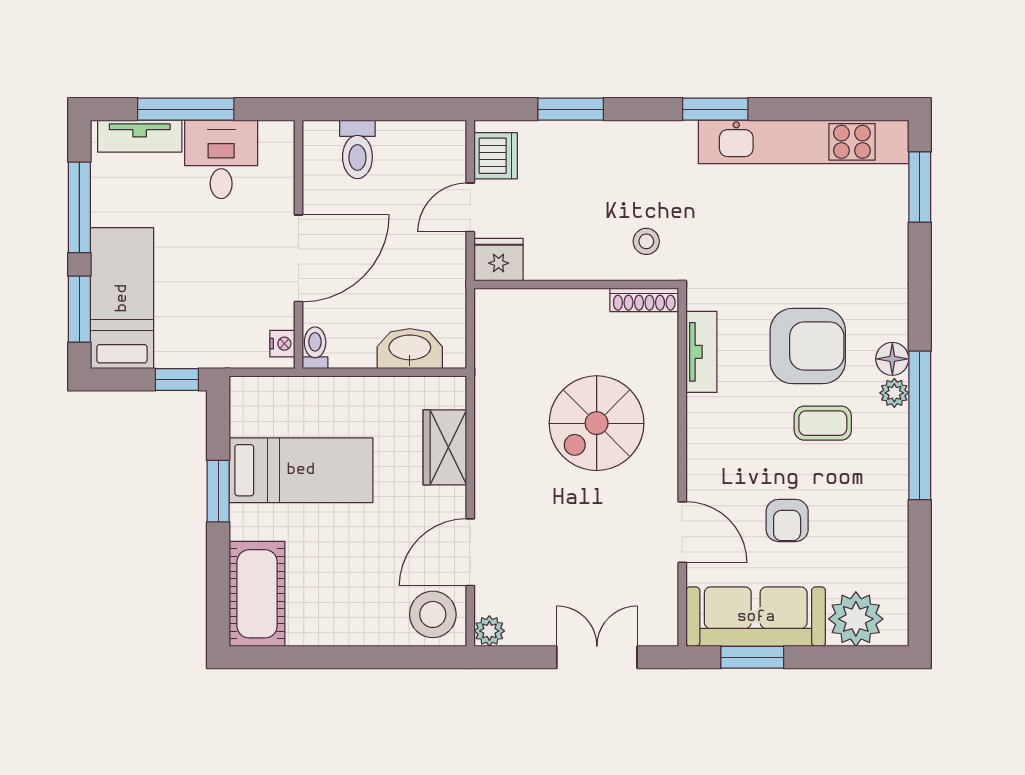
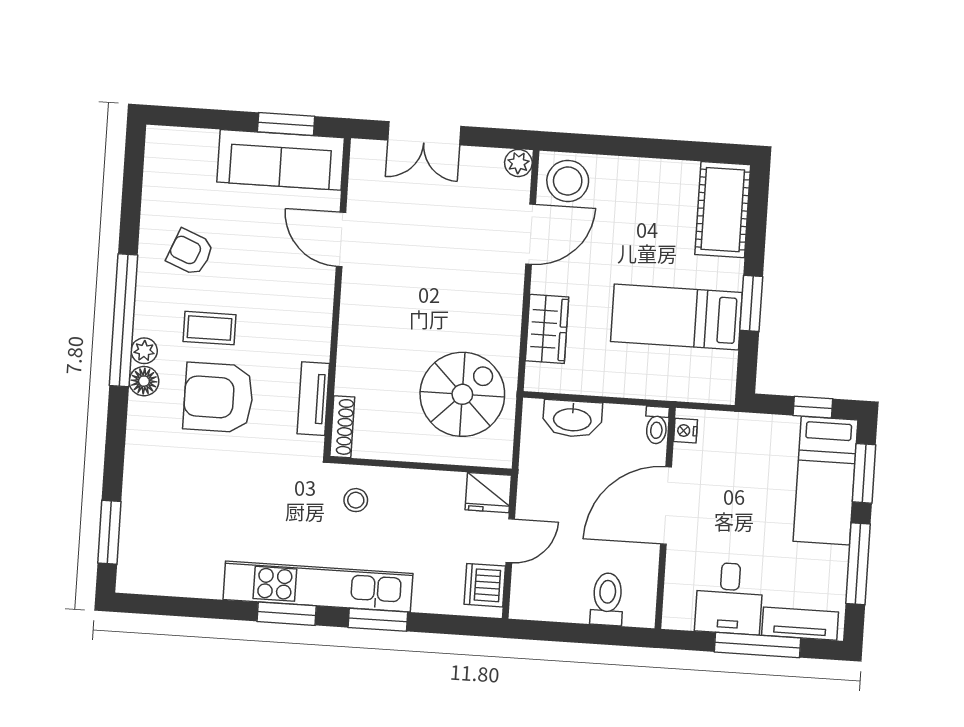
window: (571, 109) -> (378, 620), moved
kitchen unit: (804, 142) -> (318, 587), moved
shoe rack: (644, 300) -> (342, 427), moved, turned 90
window: (177, 380) -> (813, 407), moved
spiral stairs: (597, 423) -> (462, 394), moved
armchair: (787, 520) -> (190, 252), moved, turned -68
plant: (856, 619) -> (192, 152), removed

